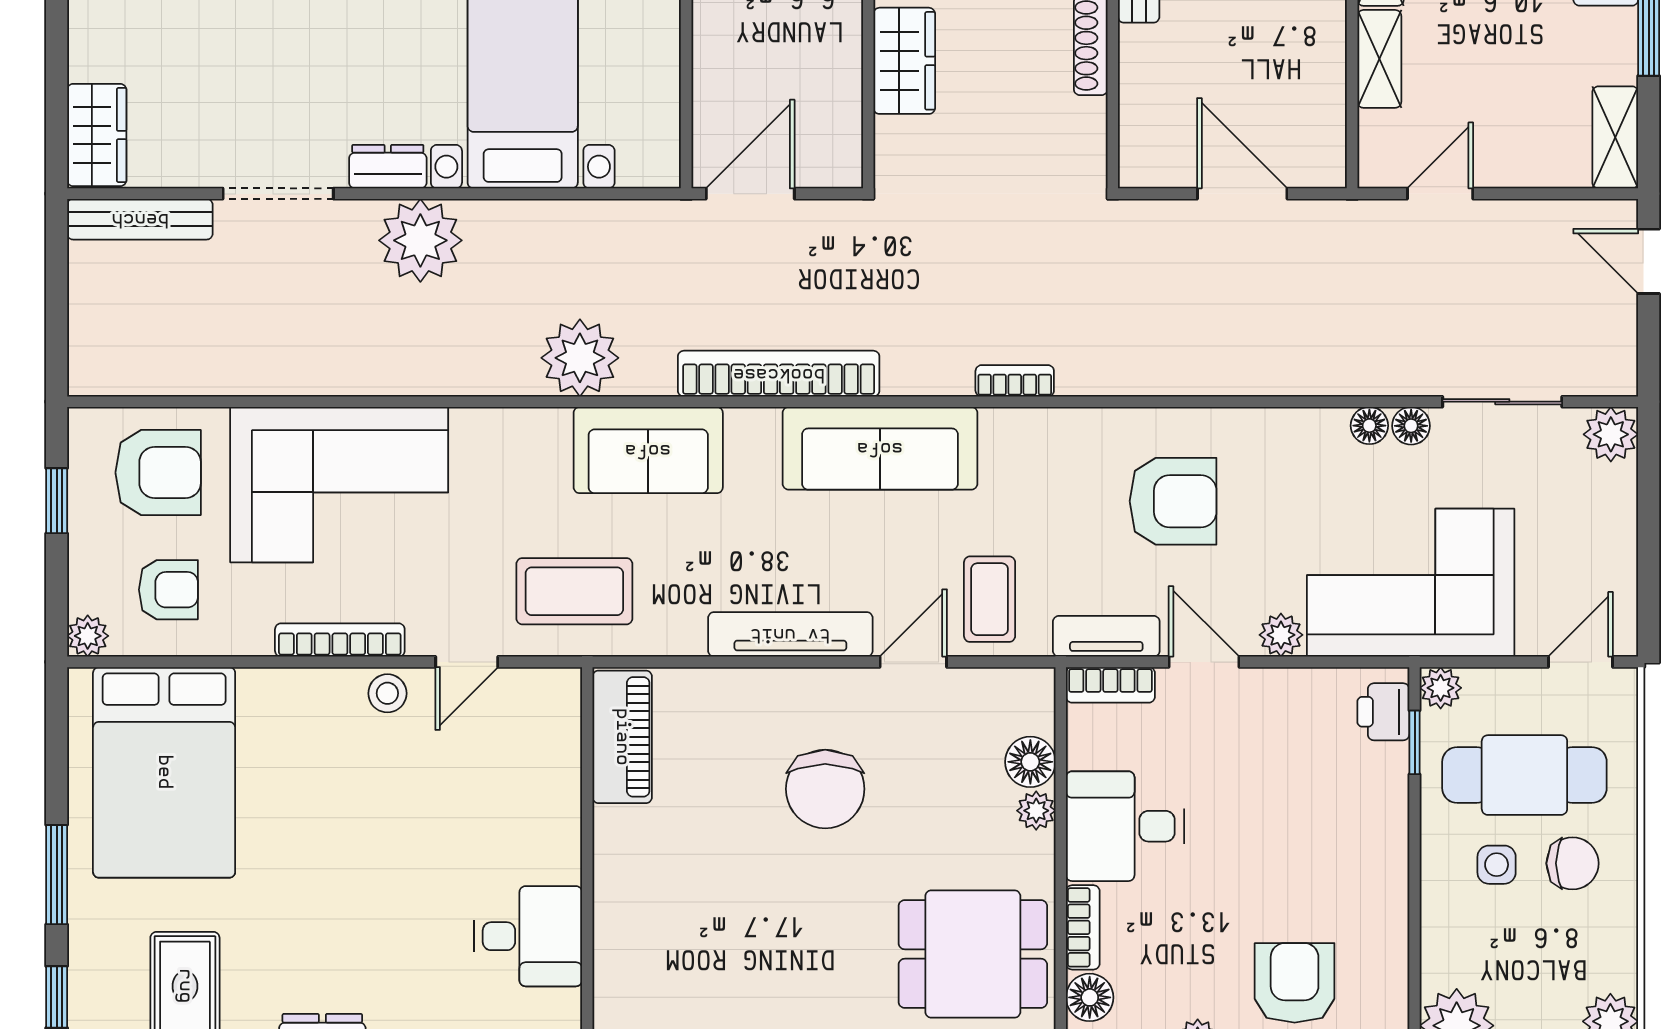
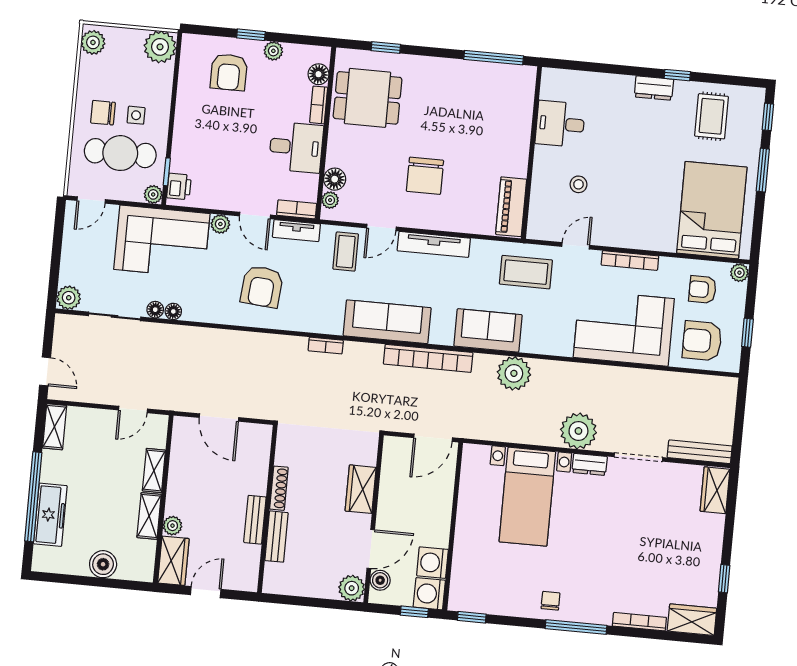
armchair: (1173, 501) -> (262, 287), turned -85
stool: (387, 693) -> (578, 184), moved
chair: (825, 789) -> (425, 176), turned 180
plant: (1036, 811) -> (330, 200), moved

